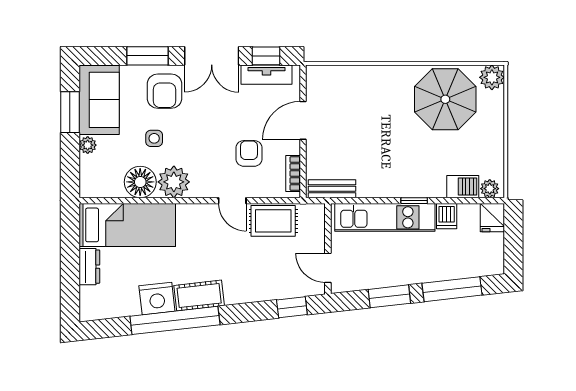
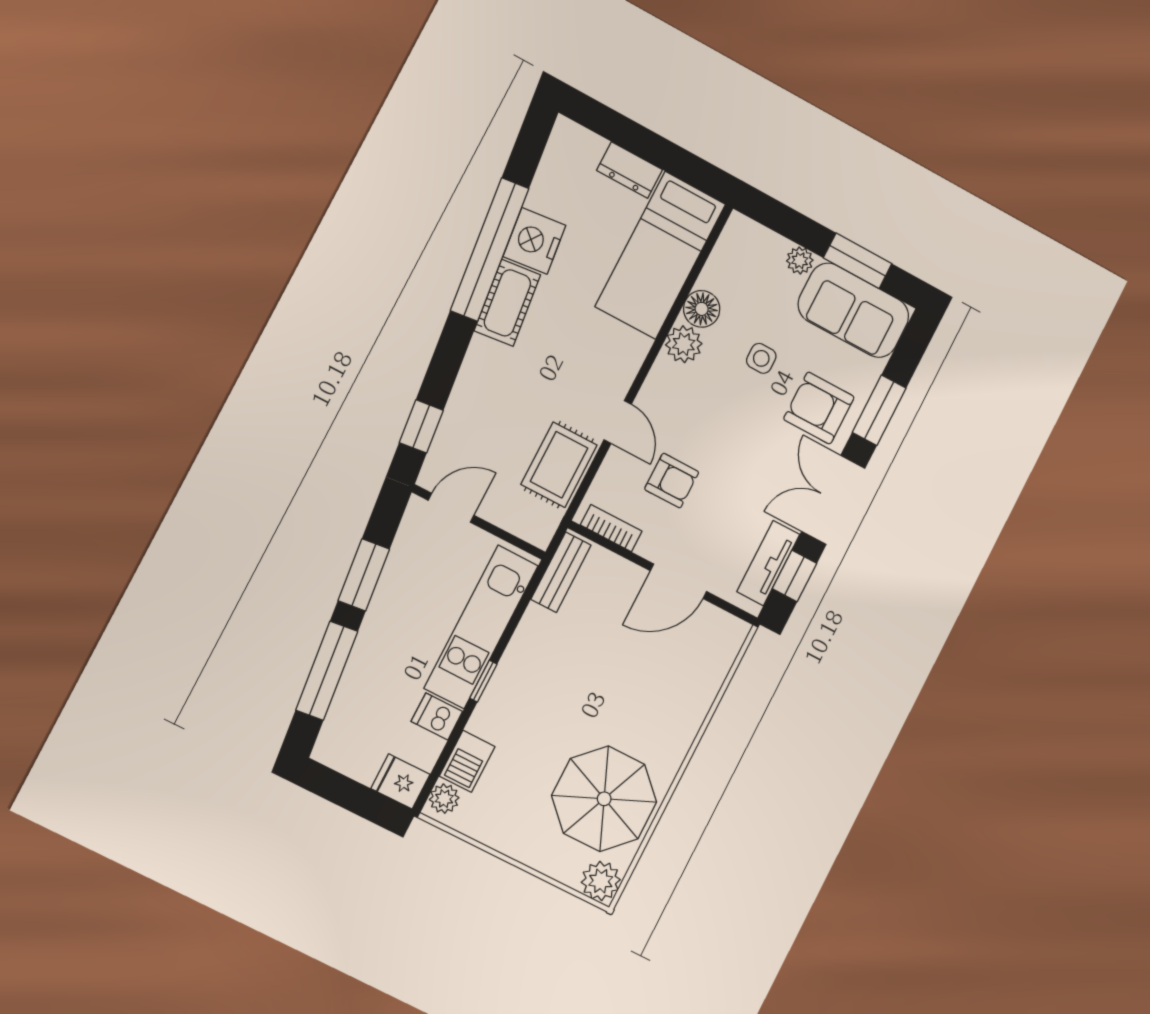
door: (303, 120) -> (678, 581), swing flipped
floor lamp: (140, 182) -> (702, 309), width x0.73, depth x0.73
plant: (174, 182) -> (684, 344), width x0.73, depth x0.73
door: (232, 201) -> (618, 422), swing flipped

